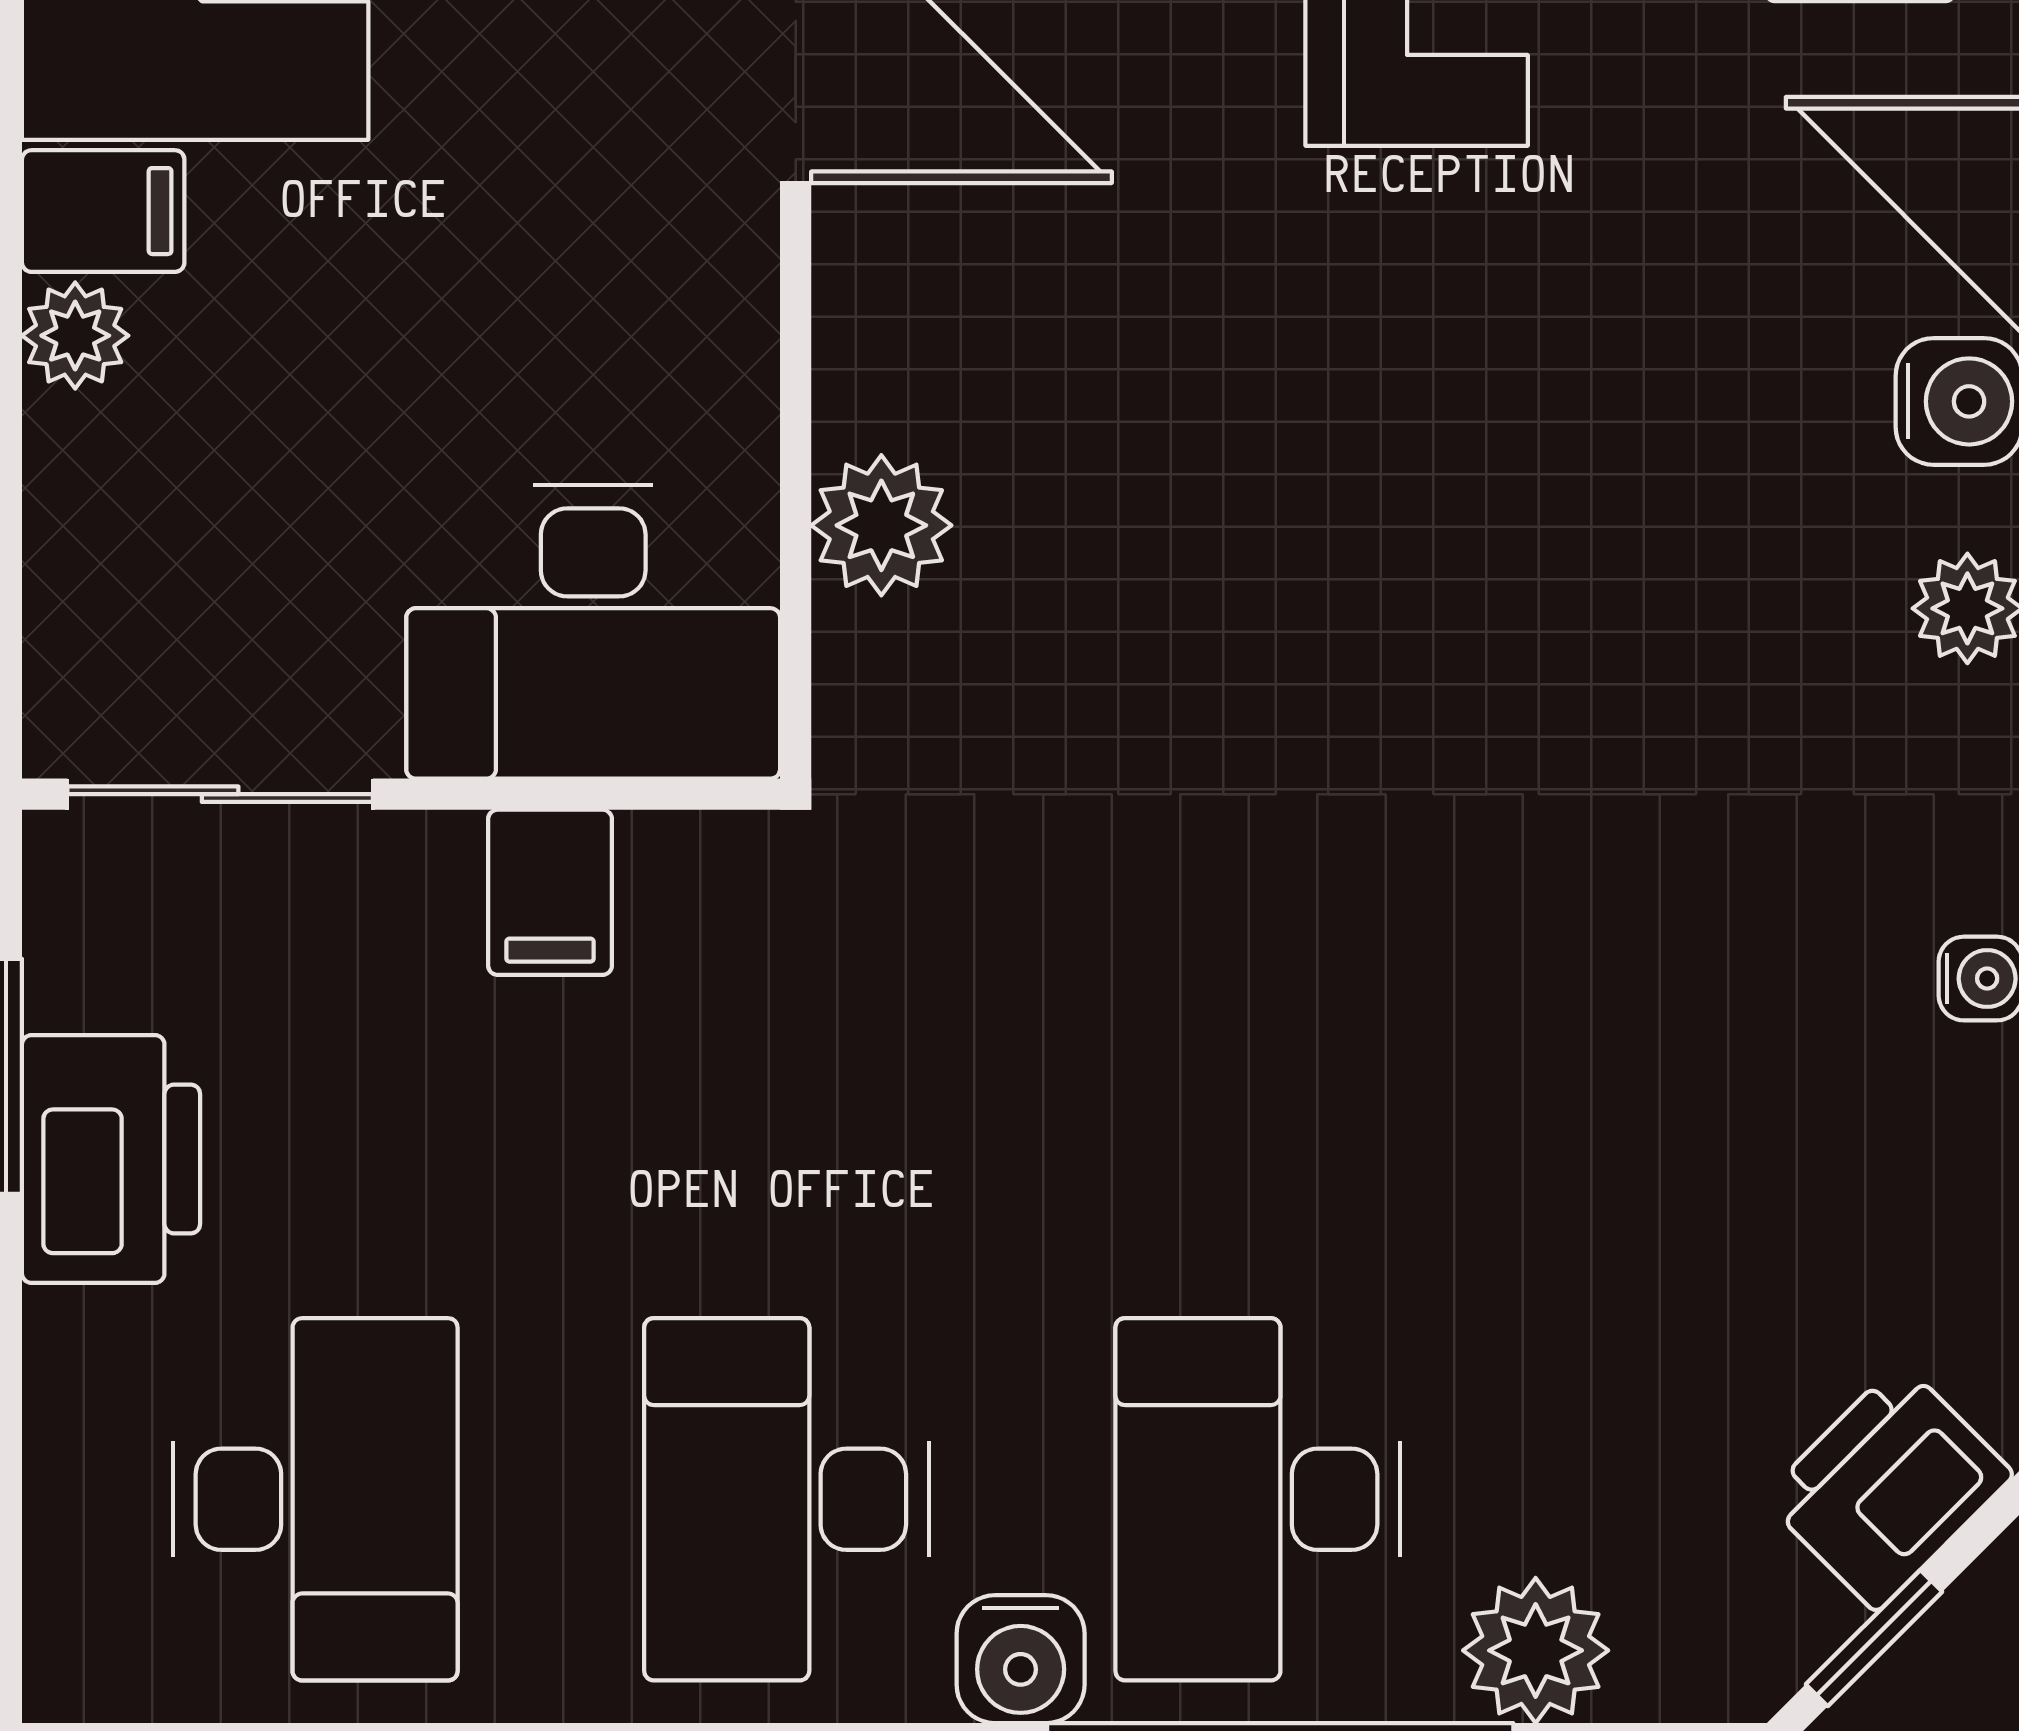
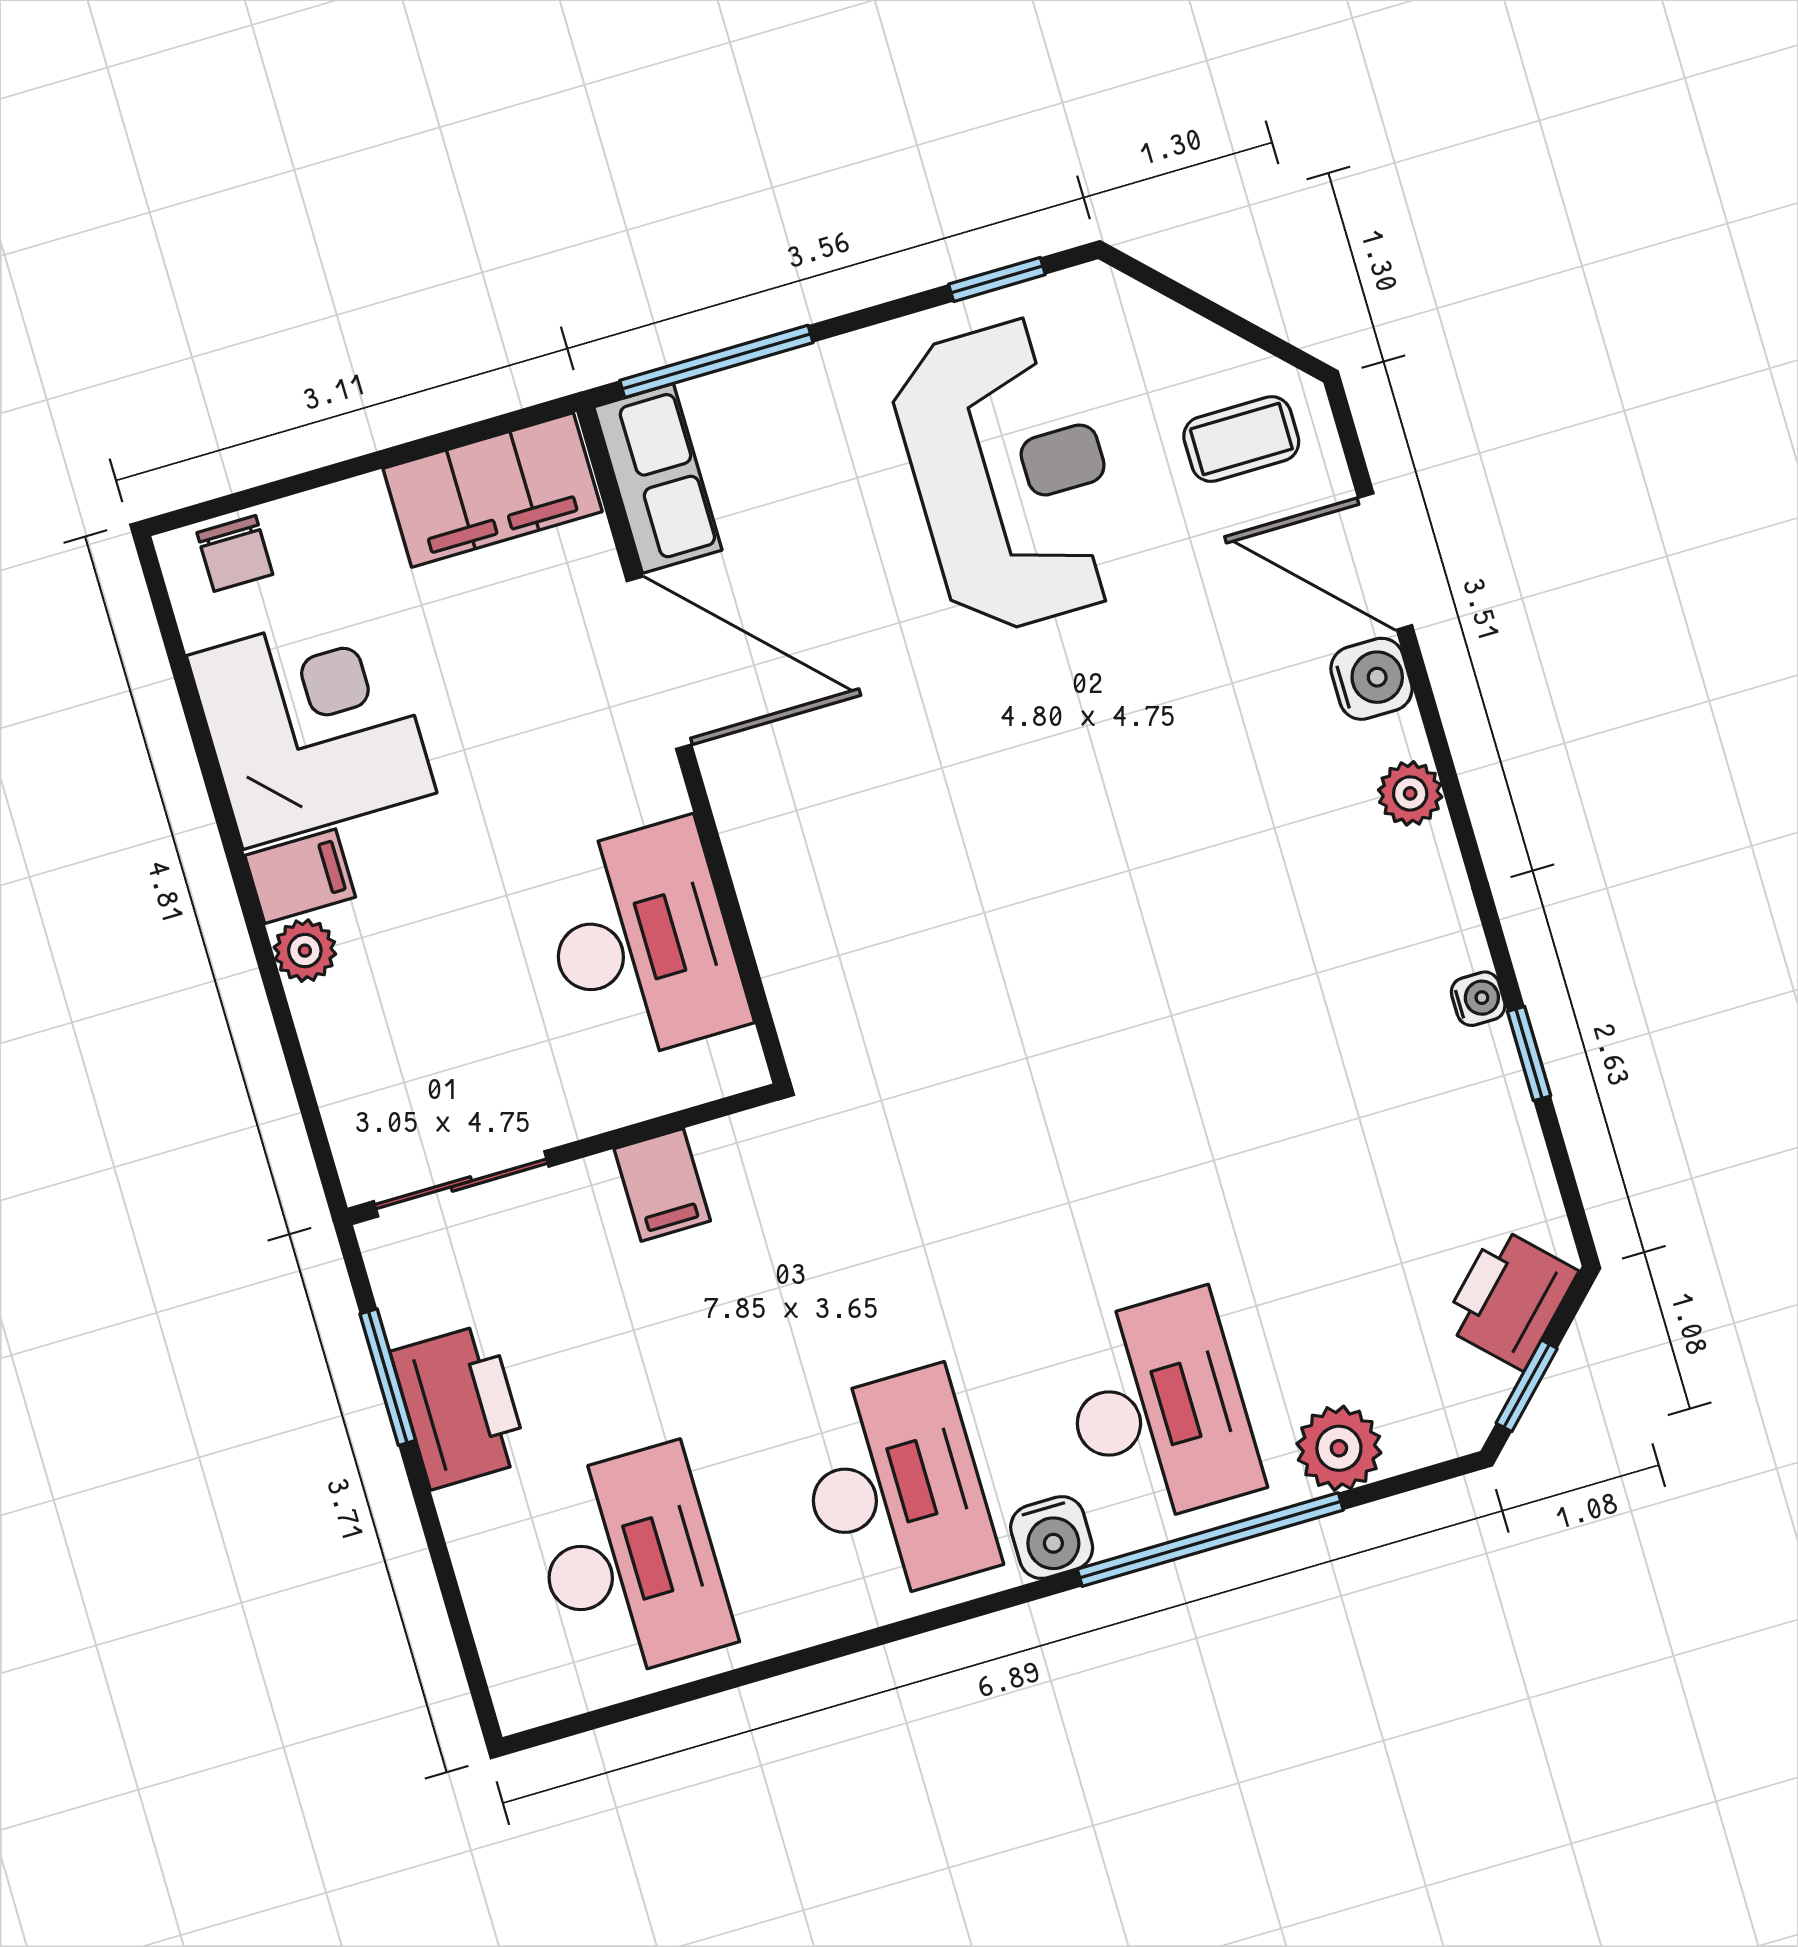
plant: (881, 525) -> (788, 925), removed
desk: (593, 632) -> (642, 942), moved, turned -90
desk: (786, 1499) -> (894, 1486), turned 180
desk: (1258, 1499) -> (1158, 1409), turned 180

